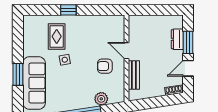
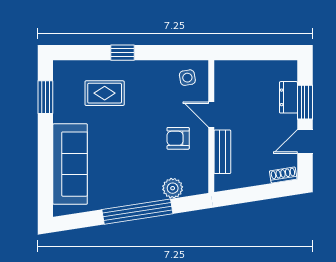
rug: (57, 36) -> (105, 93), turned 90
side table: (65, 60) -> (187, 78), moved
window: (18, 74) -> (45, 97), moved

